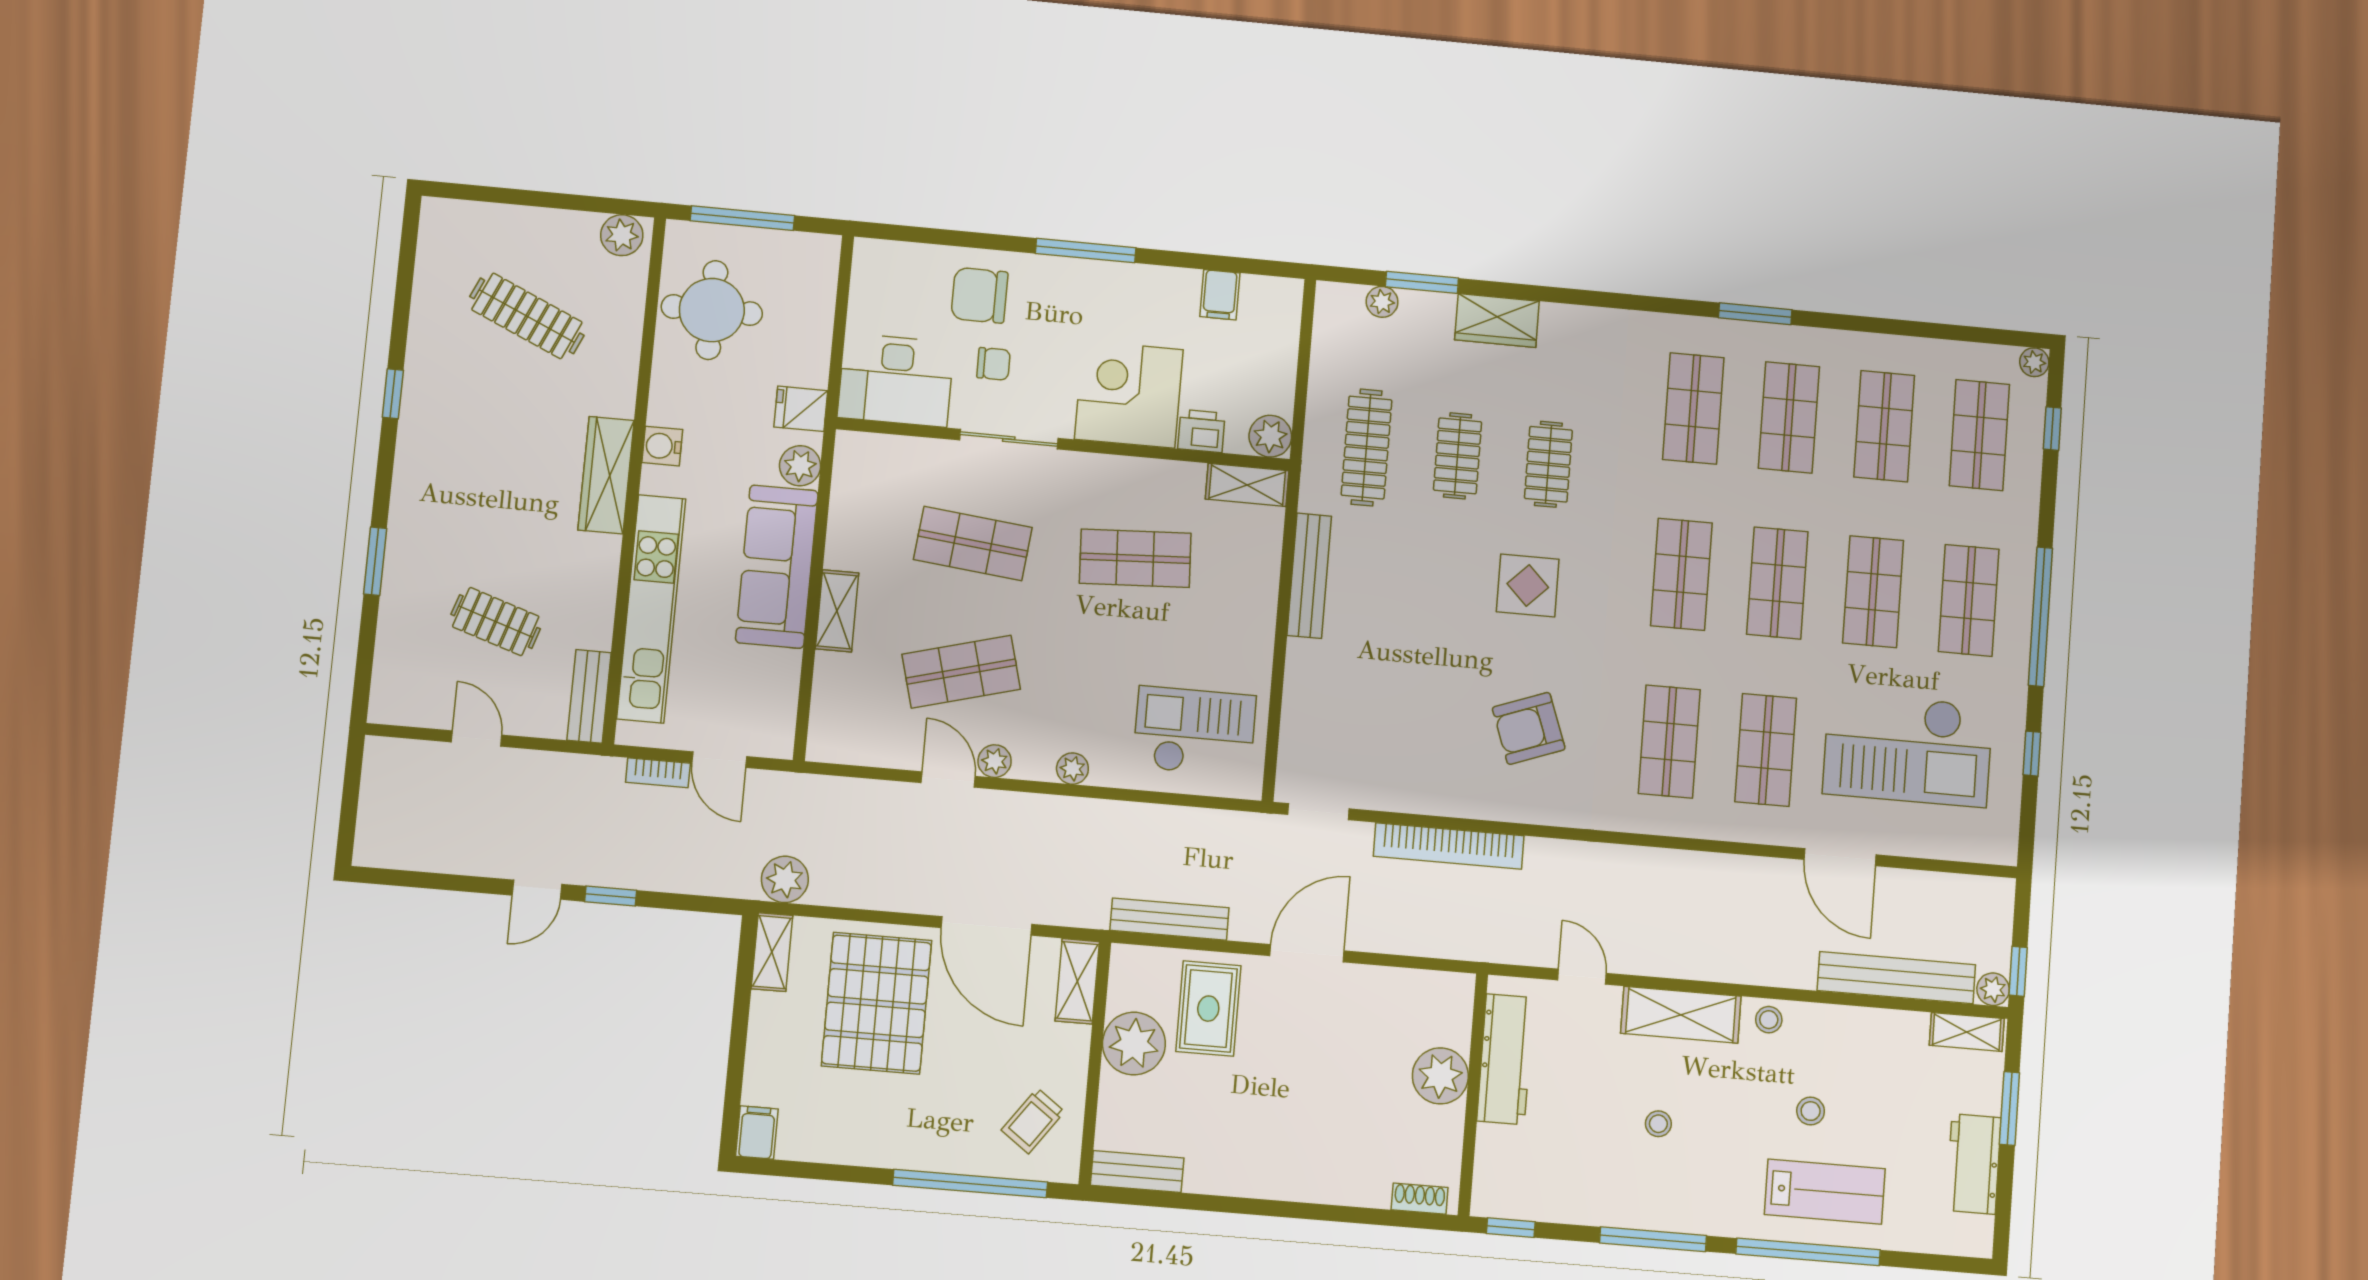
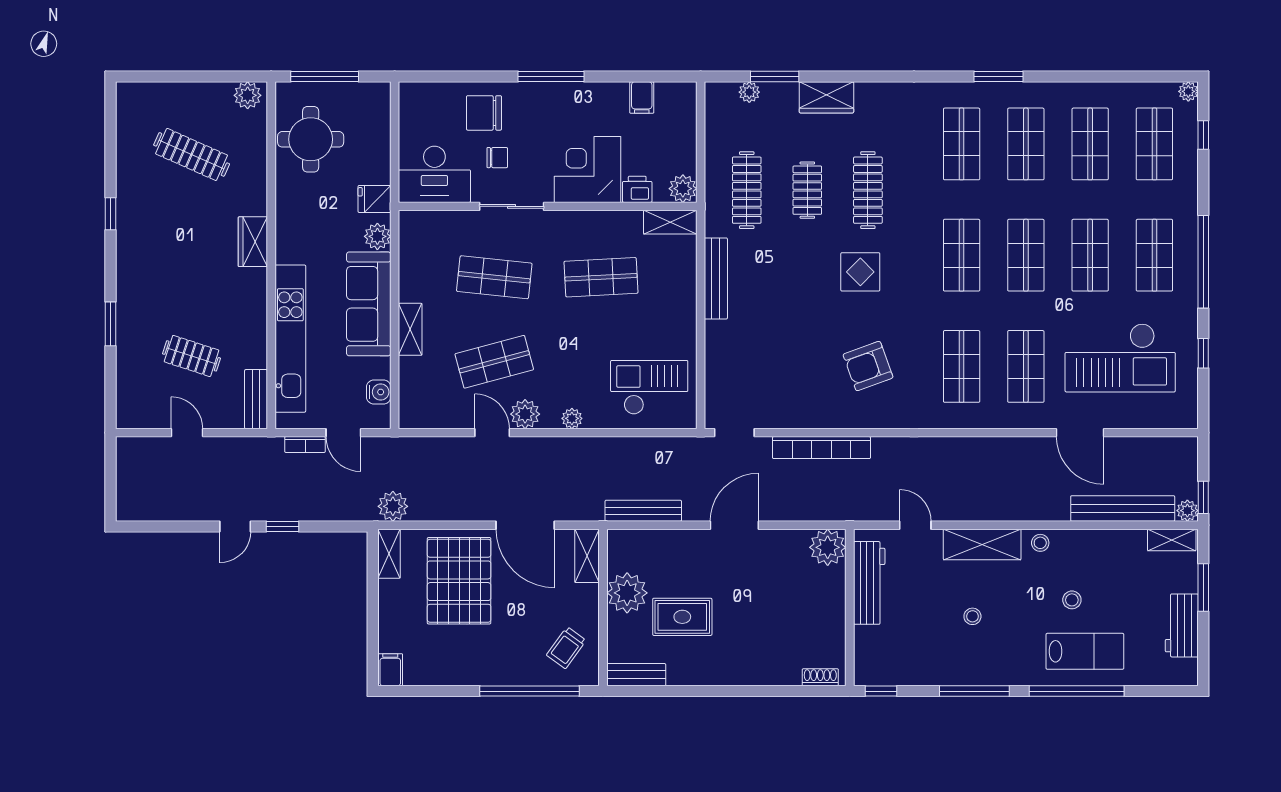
water cooler: (662, 446) -> (379, 392), moved, turned 180
clothes rail: (1548, 464) -> (868, 190), width x1.36
wardrobe: (606, 475) -> (253, 242), width x0.67
plant: (995, 761) -> (525, 414), width x1.38, depth x1.38
rug: (1208, 1009) -> (682, 617), moved, turned 90
plant: (1440, 1076) -> (828, 547), moved

